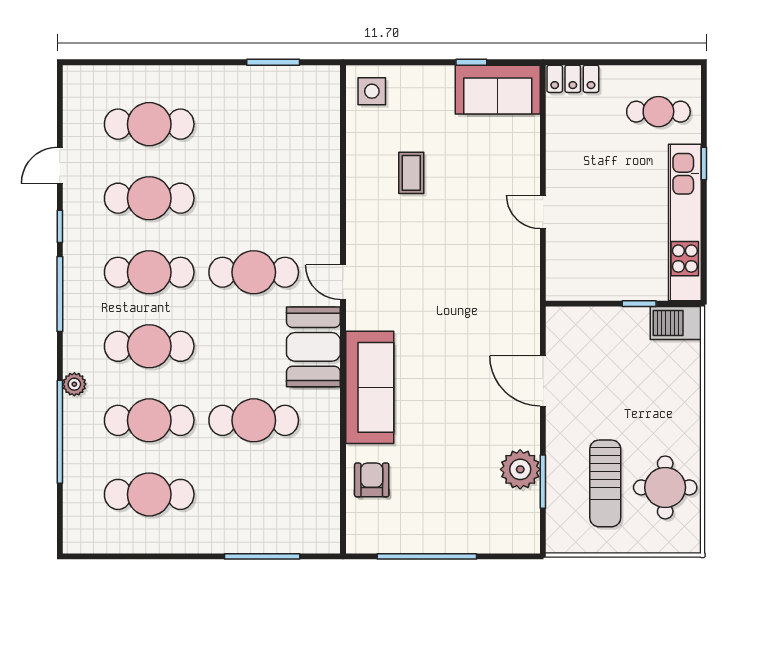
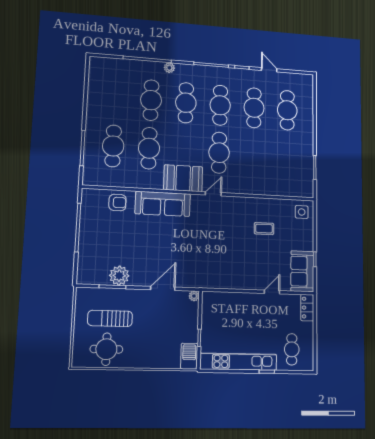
door: (543, 212) -> (272, 292), moved
plant: (556, 317) -> (194, 296), added
cafe table: (149, 494) -> (113, 146), moved

